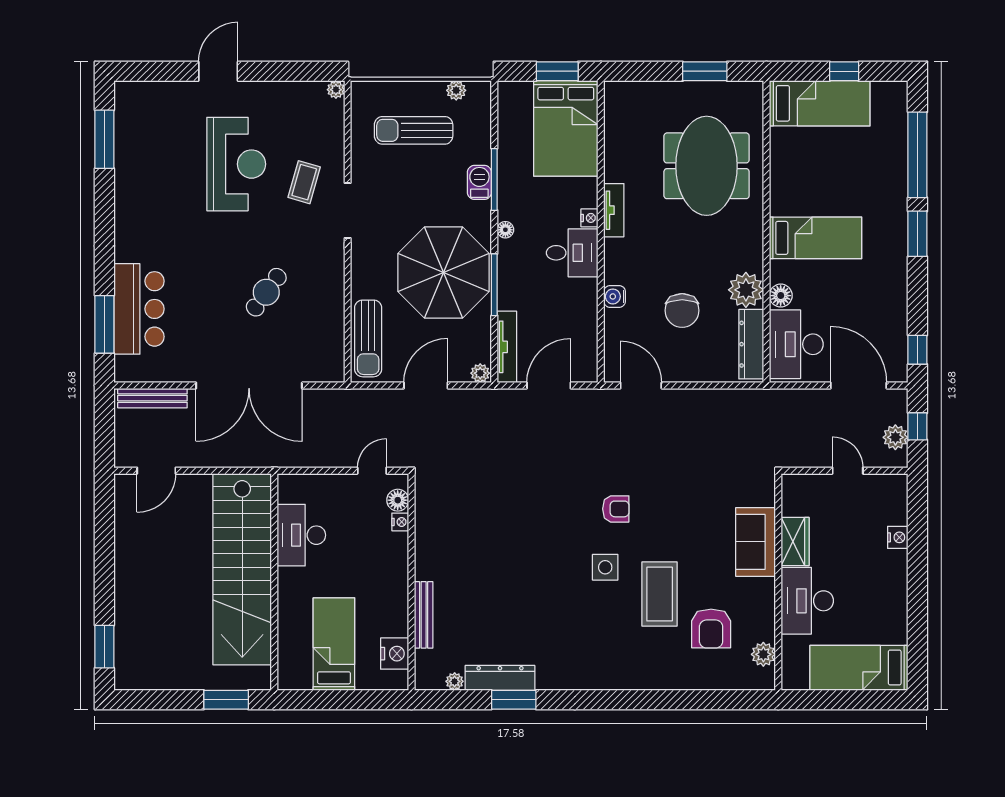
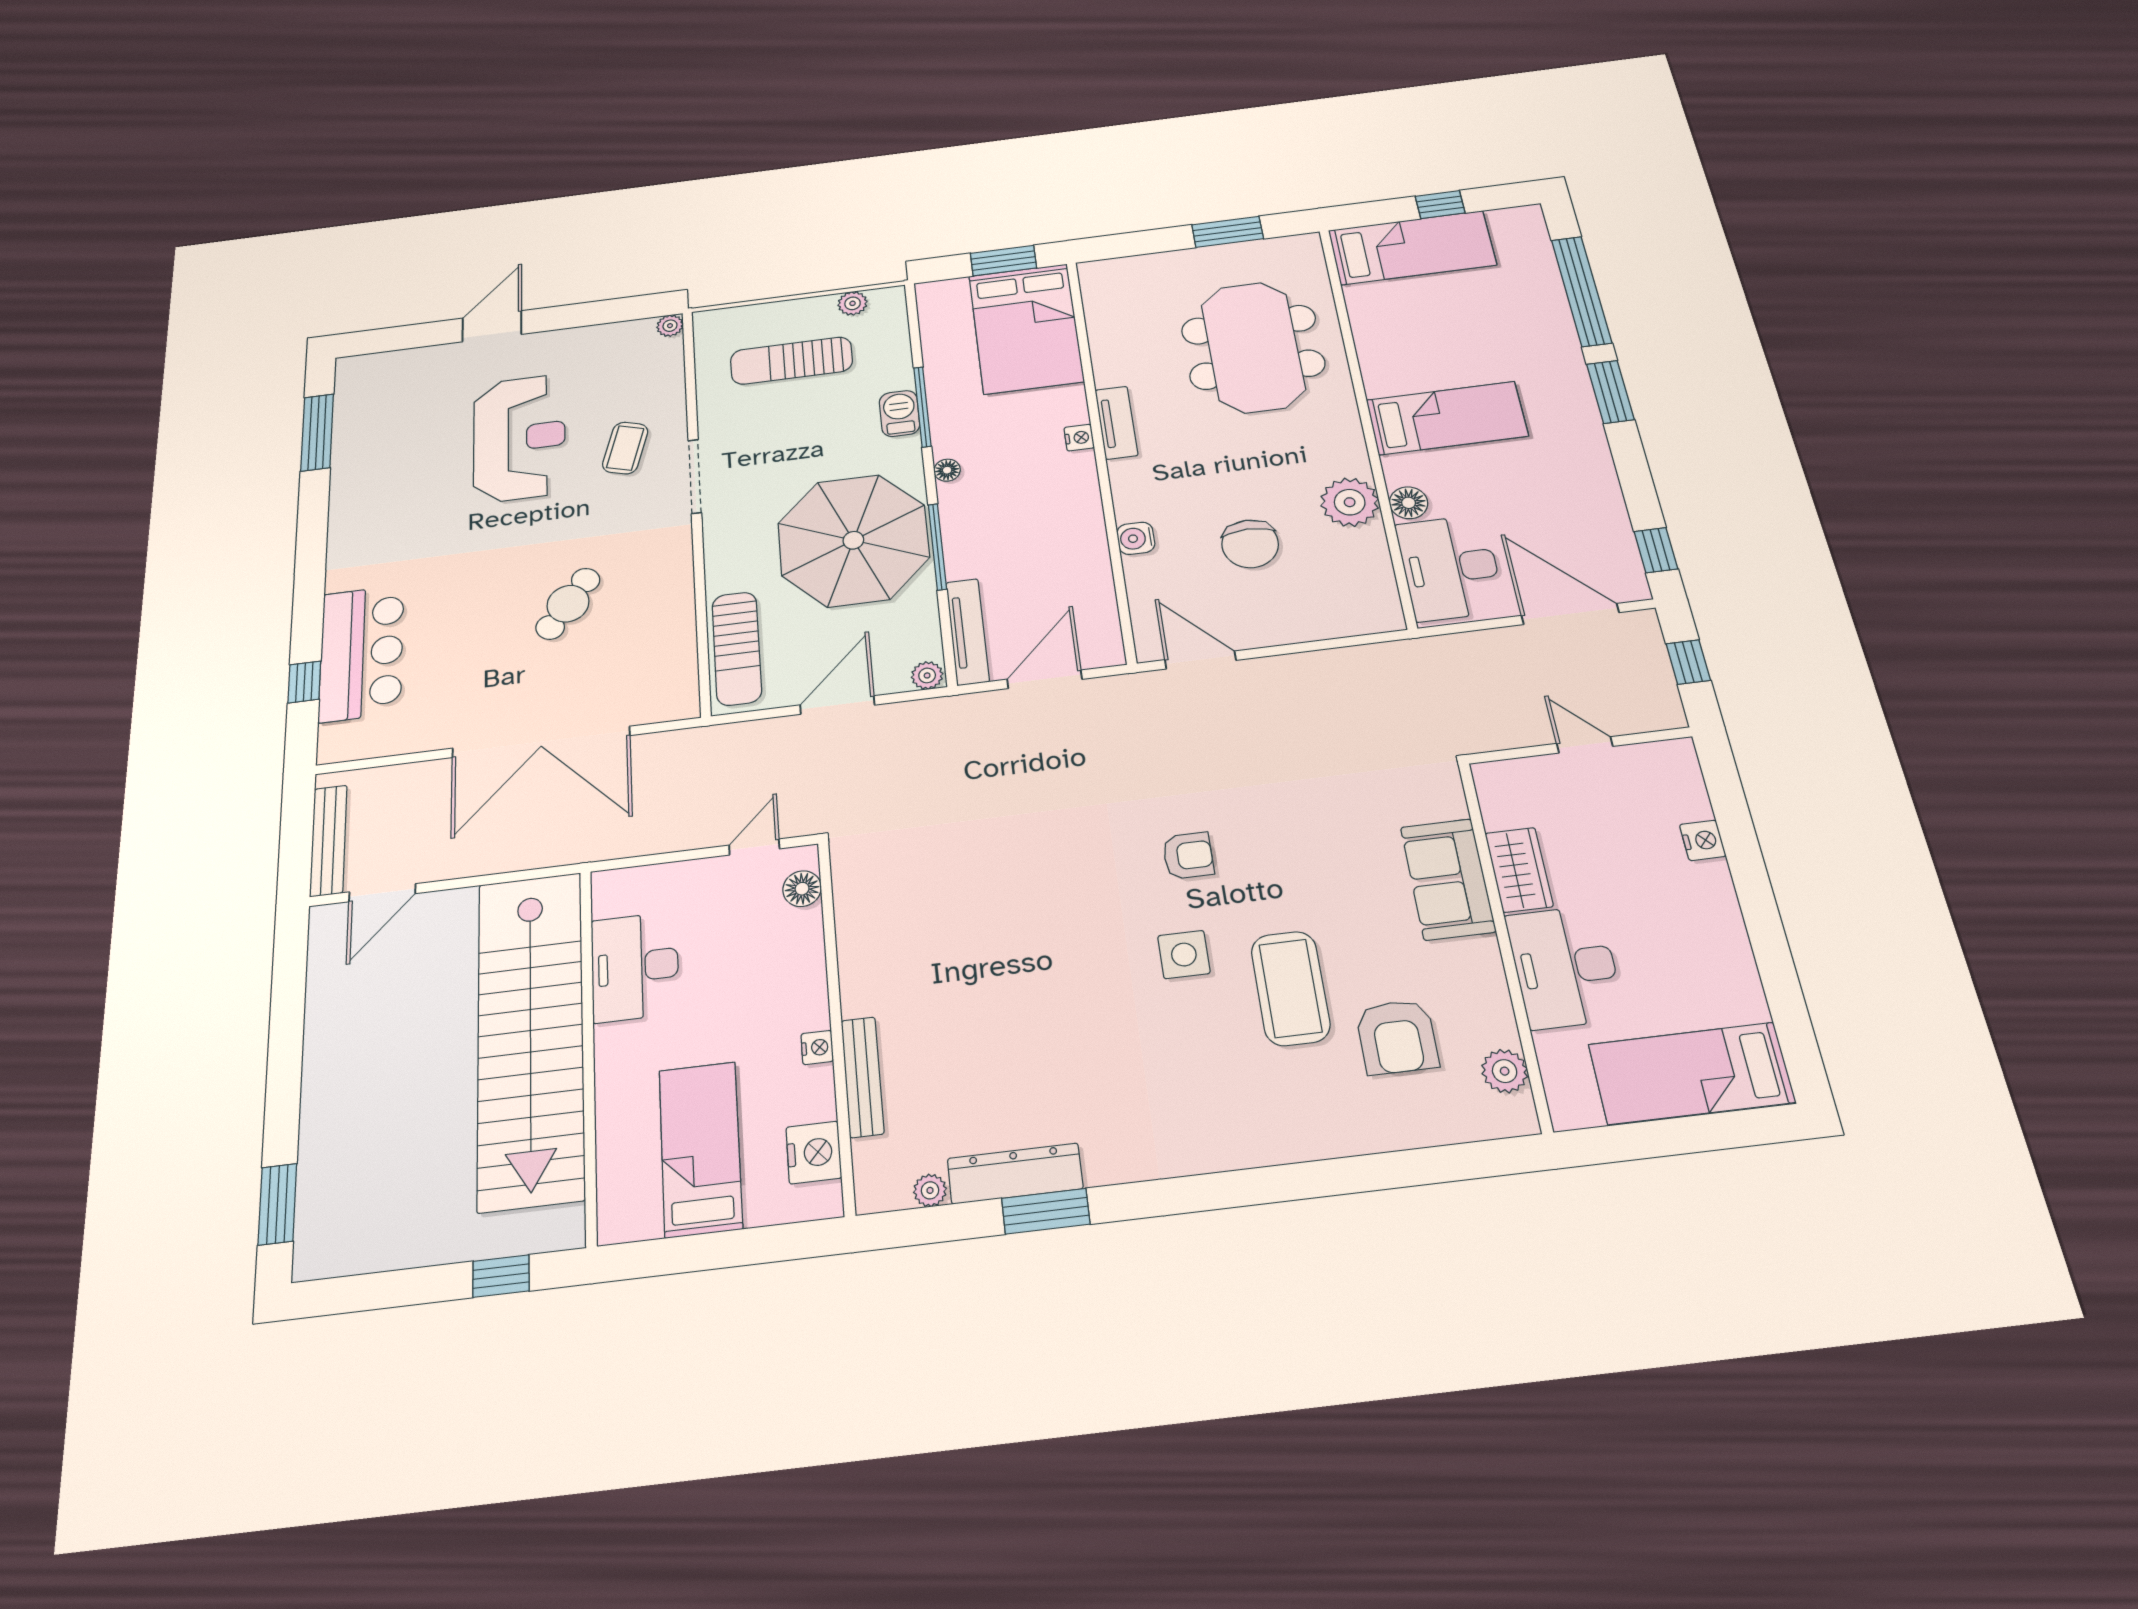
desk: (572, 253) -> (1058, 487), removed
window: (104, 324) -> (304, 682), width x0.46
dresser: (751, 344) -> (1375, 577), removed
bench: (152, 398) -> (328, 841), moved, turned 90
plant: (895, 437) -> (1655, 683), removed
nightstand: (400, 522) -> (817, 1047), moved
window: (226, 700) -> (501, 1276), width x0.67

